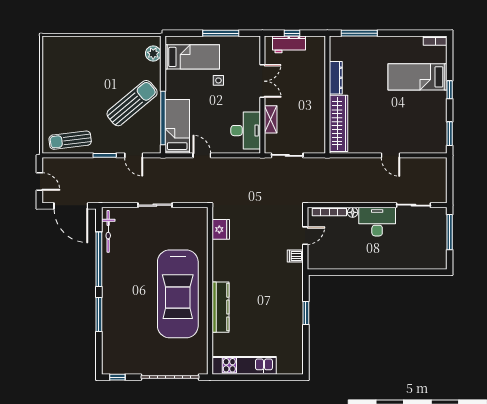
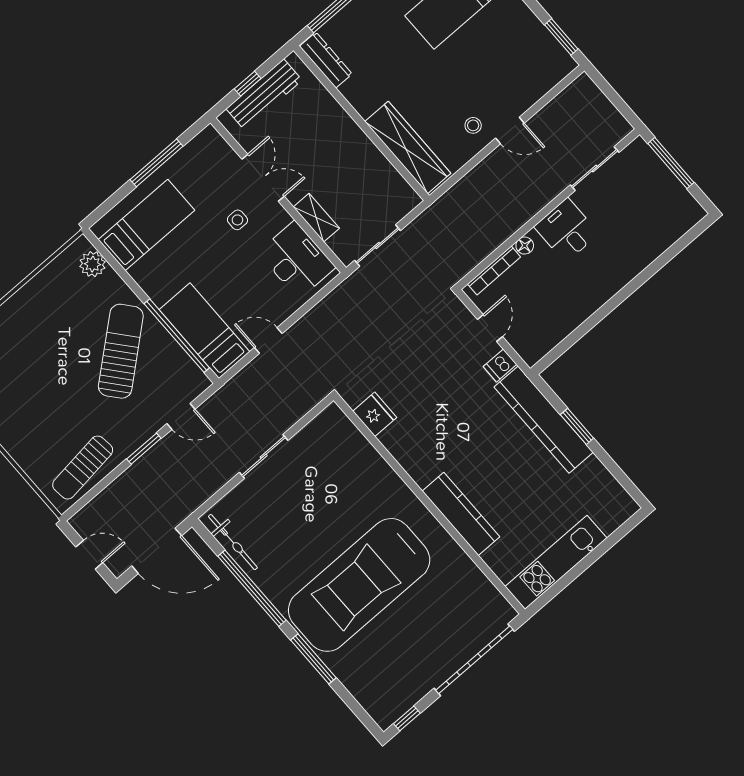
workbench: (289, 44) -> (264, 95), width x1.38
dresser: (336, 78) -> (326, 60), moved
side table: (218, 80) -> (237, 220), moved
stool: (376, 139) -> (473, 125), added
desk: (377, 222) -> (566, 230), width x0.73
car: (178, 294) -> (359, 585), moved, turned 90
kitchen counter: (294, 297) -> (544, 420), added

